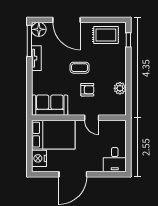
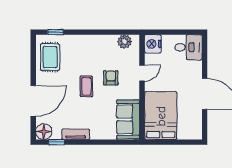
window: (29, 41) -> (57, 142), width x0.46
plant: (120, 88) -> (125, 42), moved
nightstand: (39, 158) -> (153, 44), moved, turned 90

